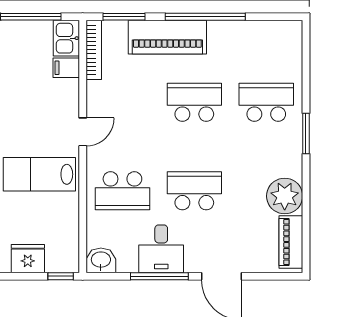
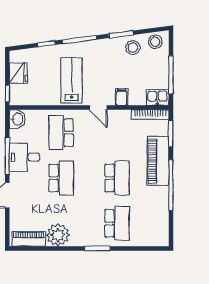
filing cabinet: (66, 68) -> (122, 97), moved

